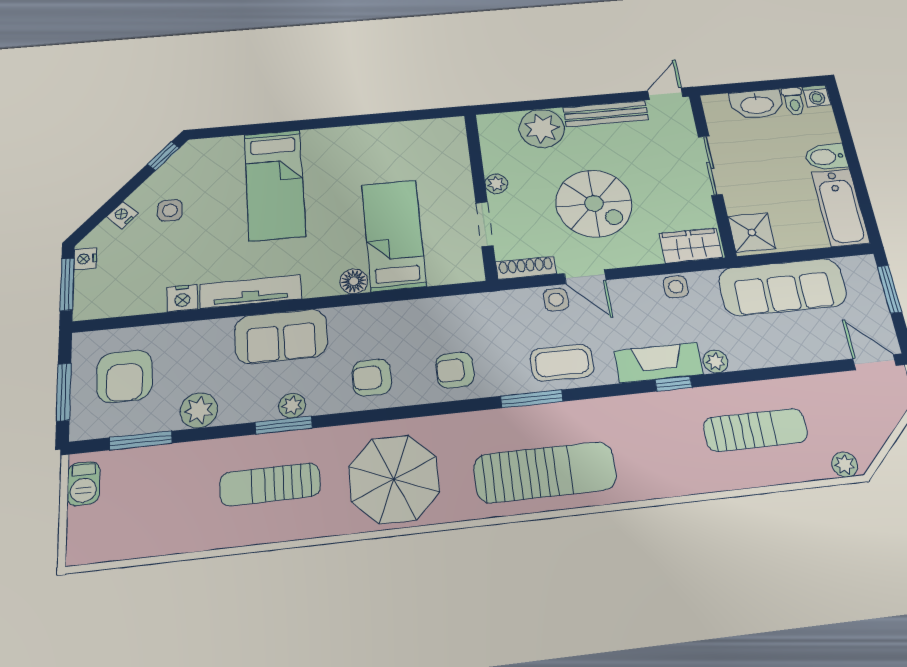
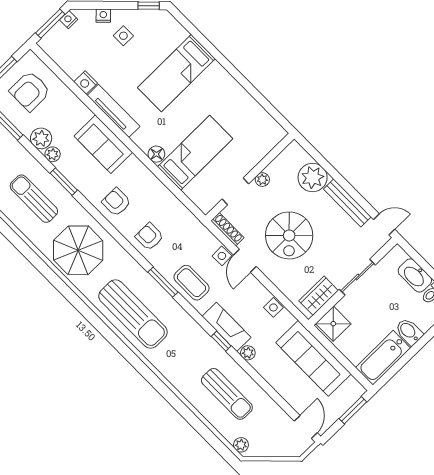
wardrobe: (691, 246) -> (319, 296), moved, turned -90
plant: (292, 406) -> (53, 154), moved

